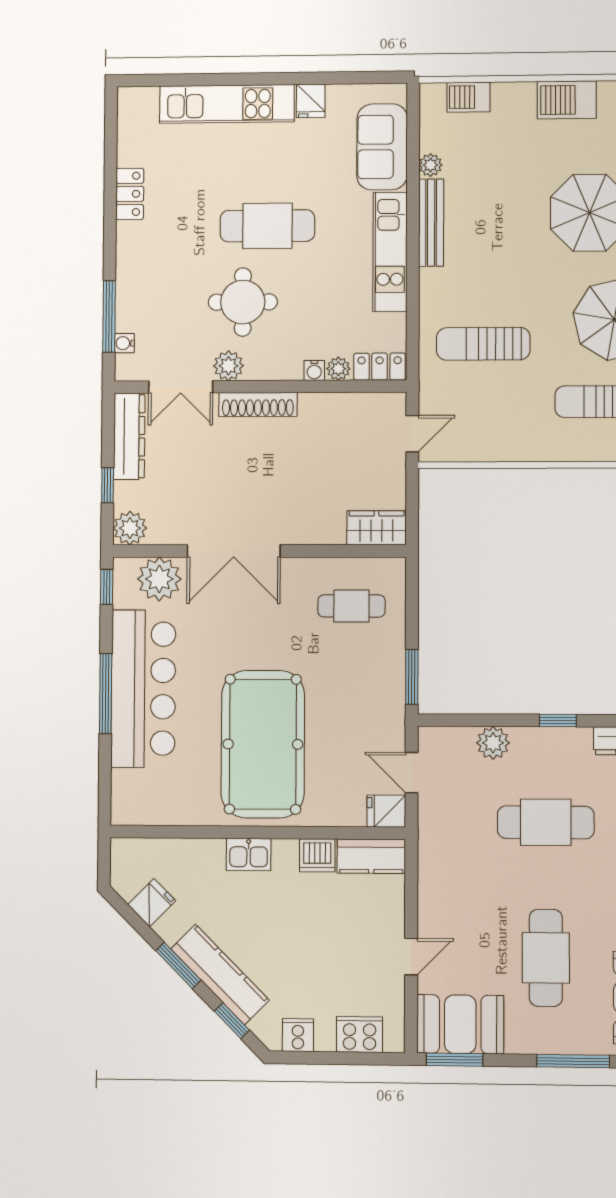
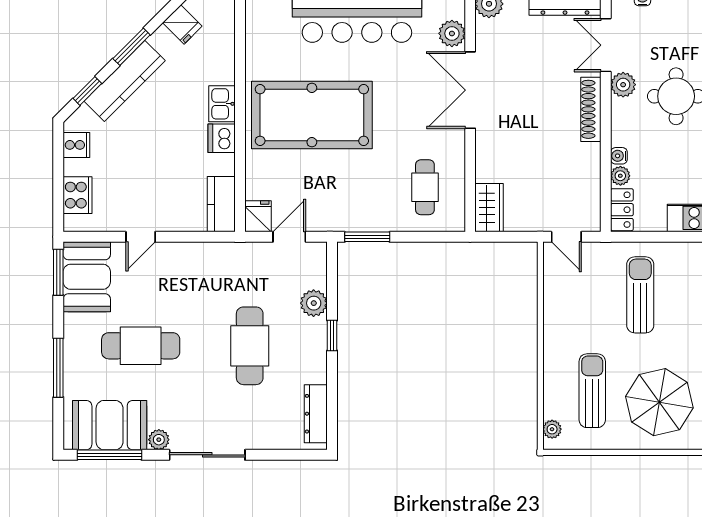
plant: (159, 579) -> (452, 33), width x0.73, depth x0.73
window: (558, 721) -> (332, 336), moved
dishwasher: (317, 855) -> (222, 138), moved
door: (411, 957) -> (141, 237), hinge flipped

